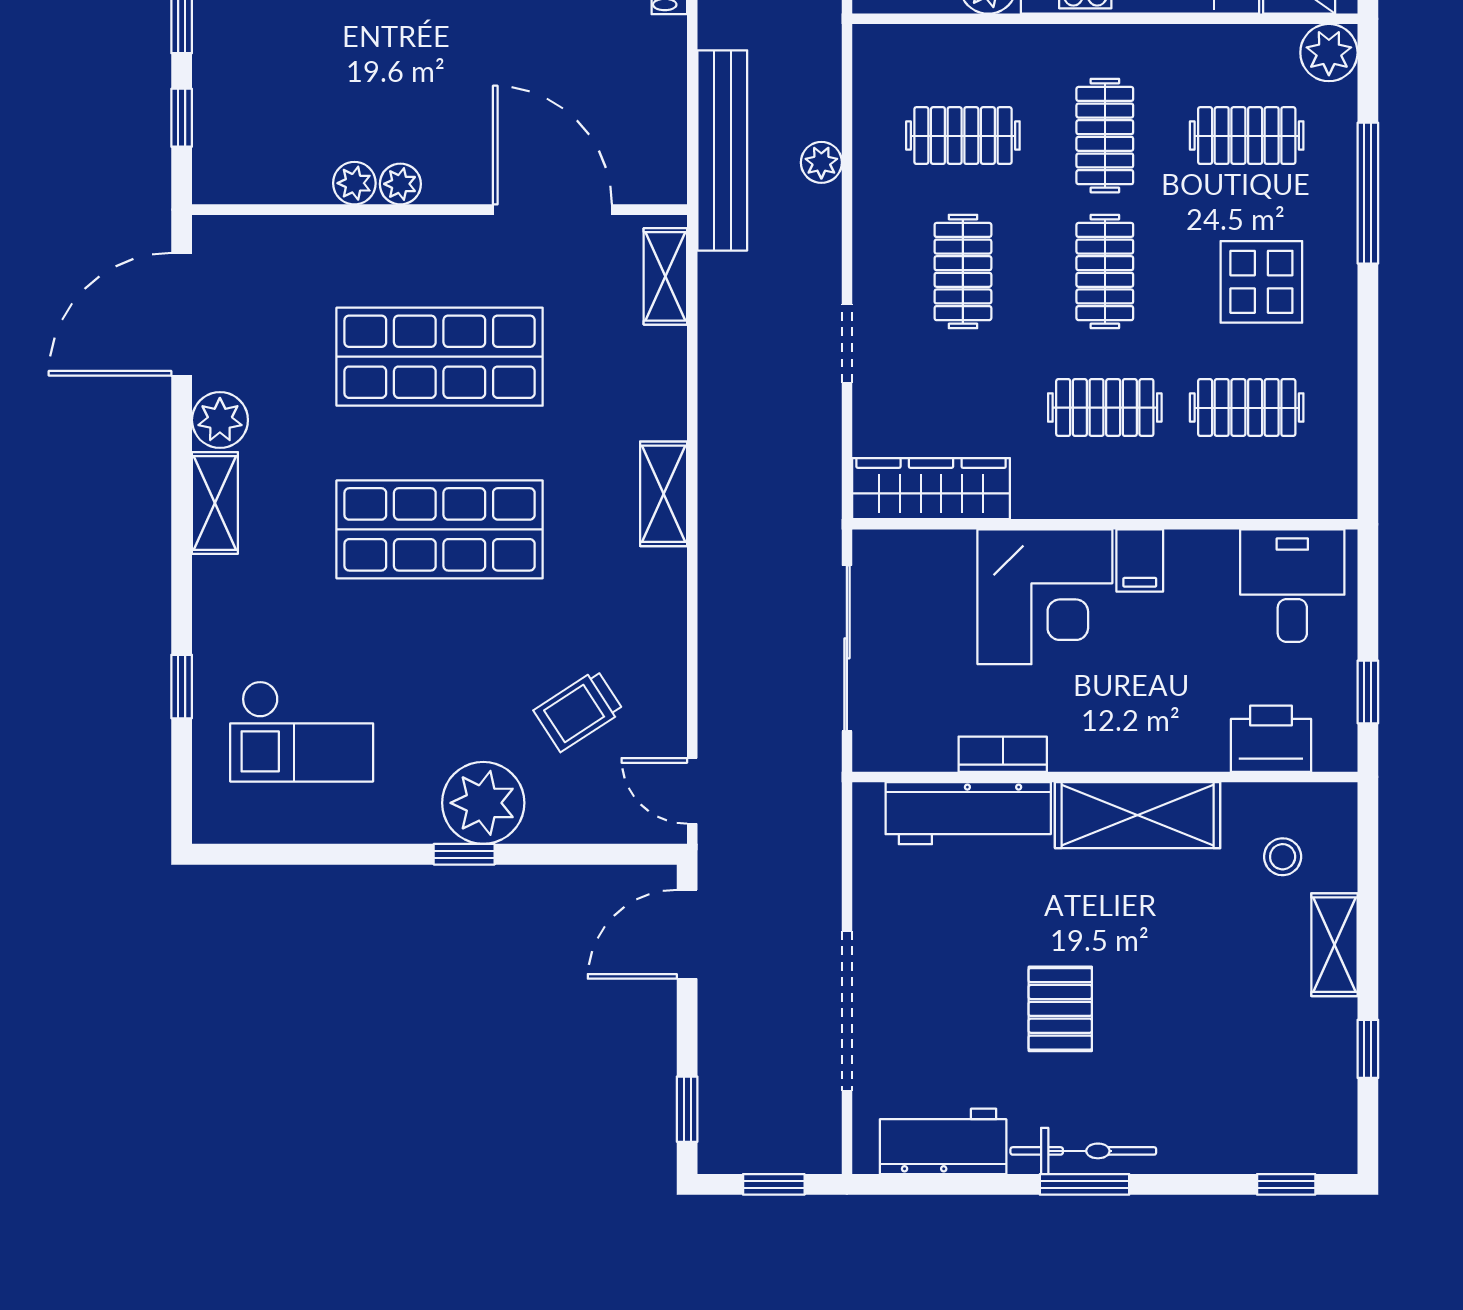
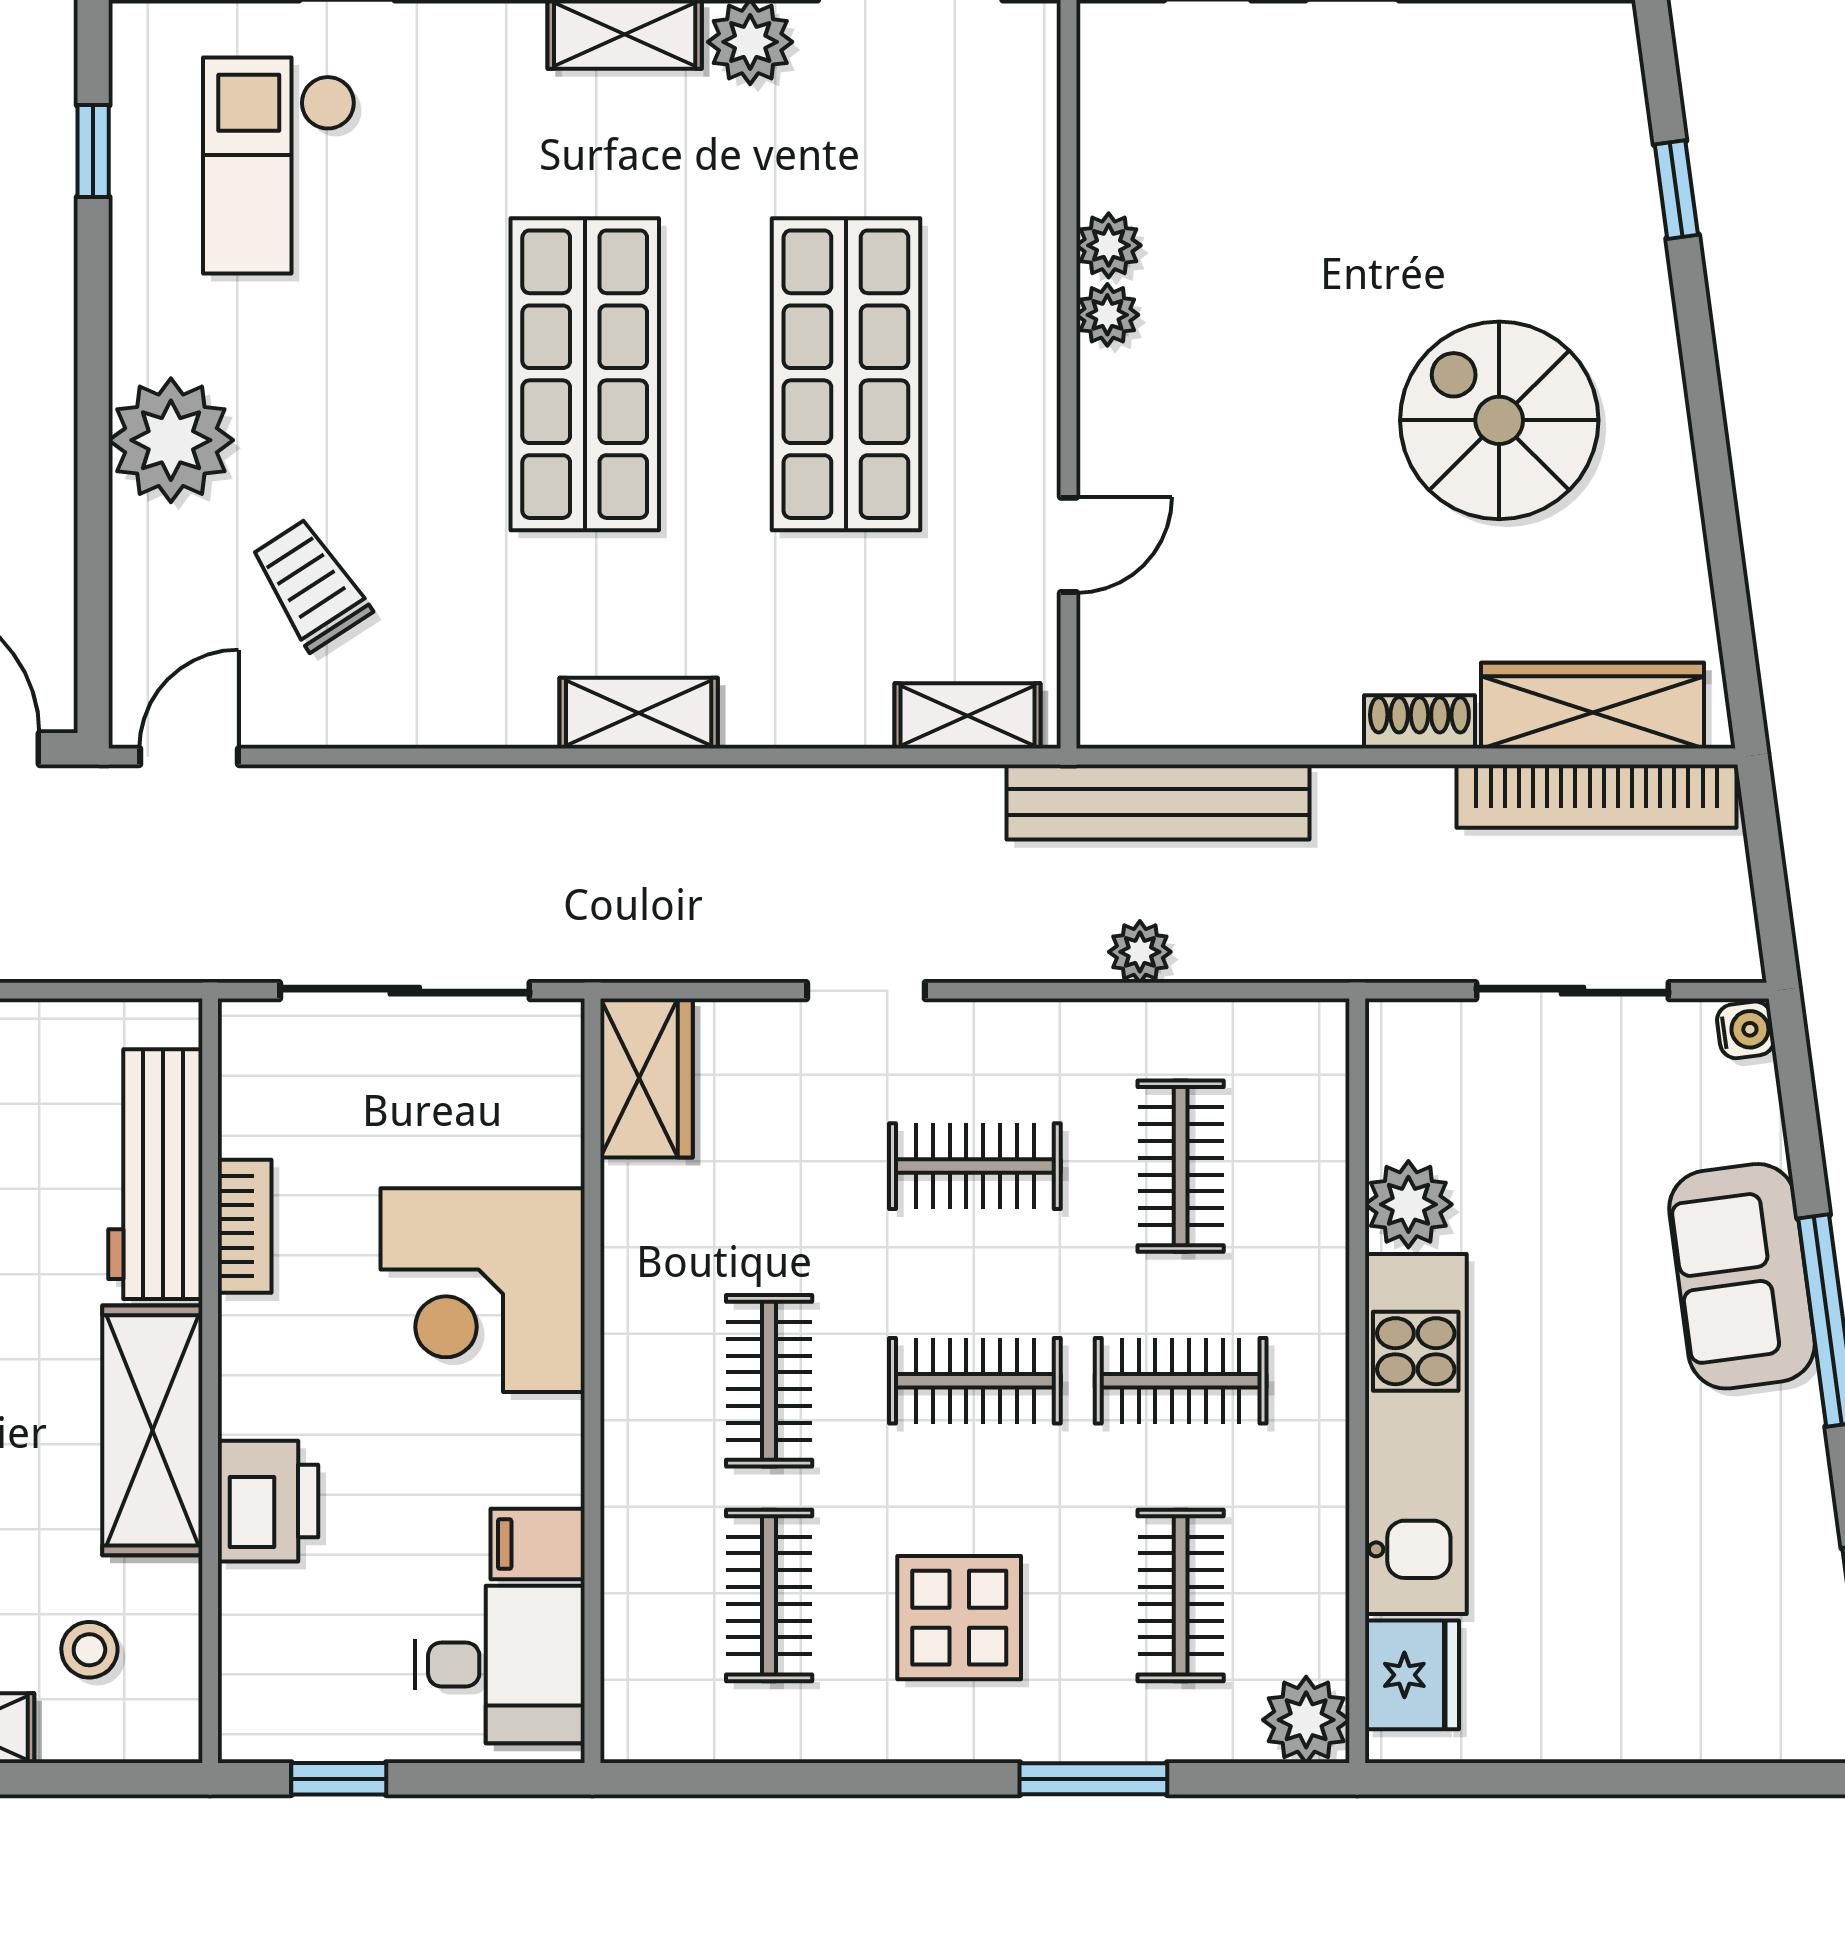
window: (1368, 193) -> (1093, 1779), width x0.69
door: (552, 210) -> (1069, 545), width x0.53
wardrobe: (931, 489) -> (646, 1078), width x0.67
filing cabinet: (1140, 561) -> (538, 1544), moved
printer: (1271, 739) -> (268, 1501), moved
window: (464, 854) -> (93, 151), moved

